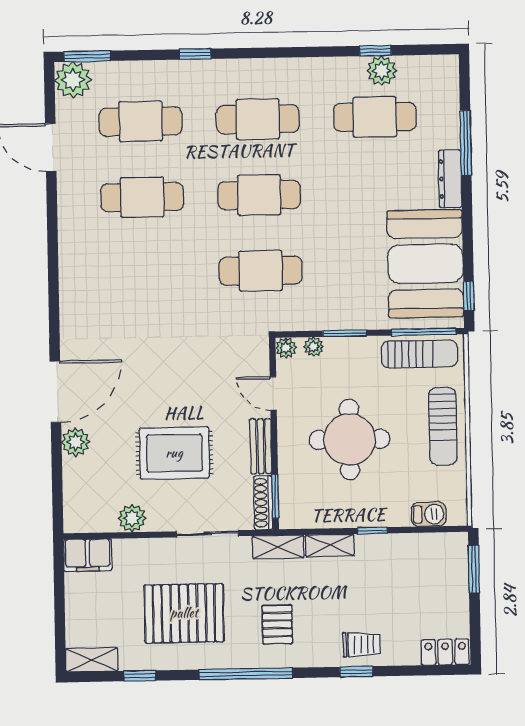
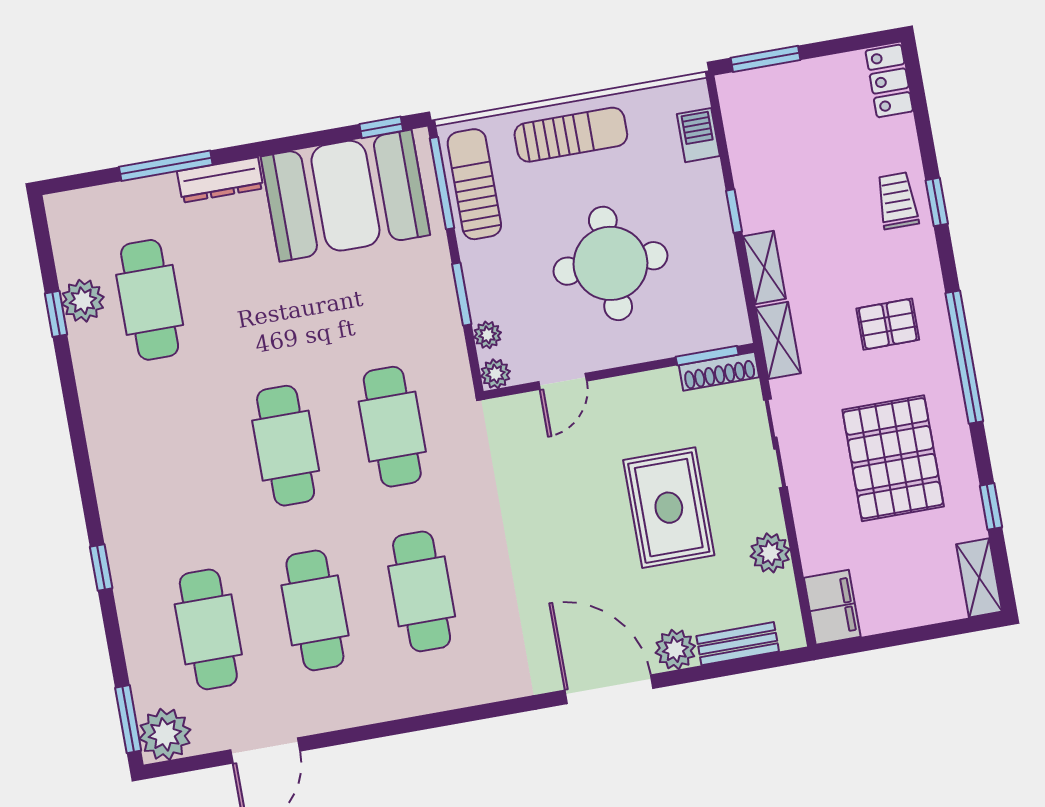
cafe table: (258, 119) -> (422, 591), moved
bench: (261, 446) -> (738, 644), moved

